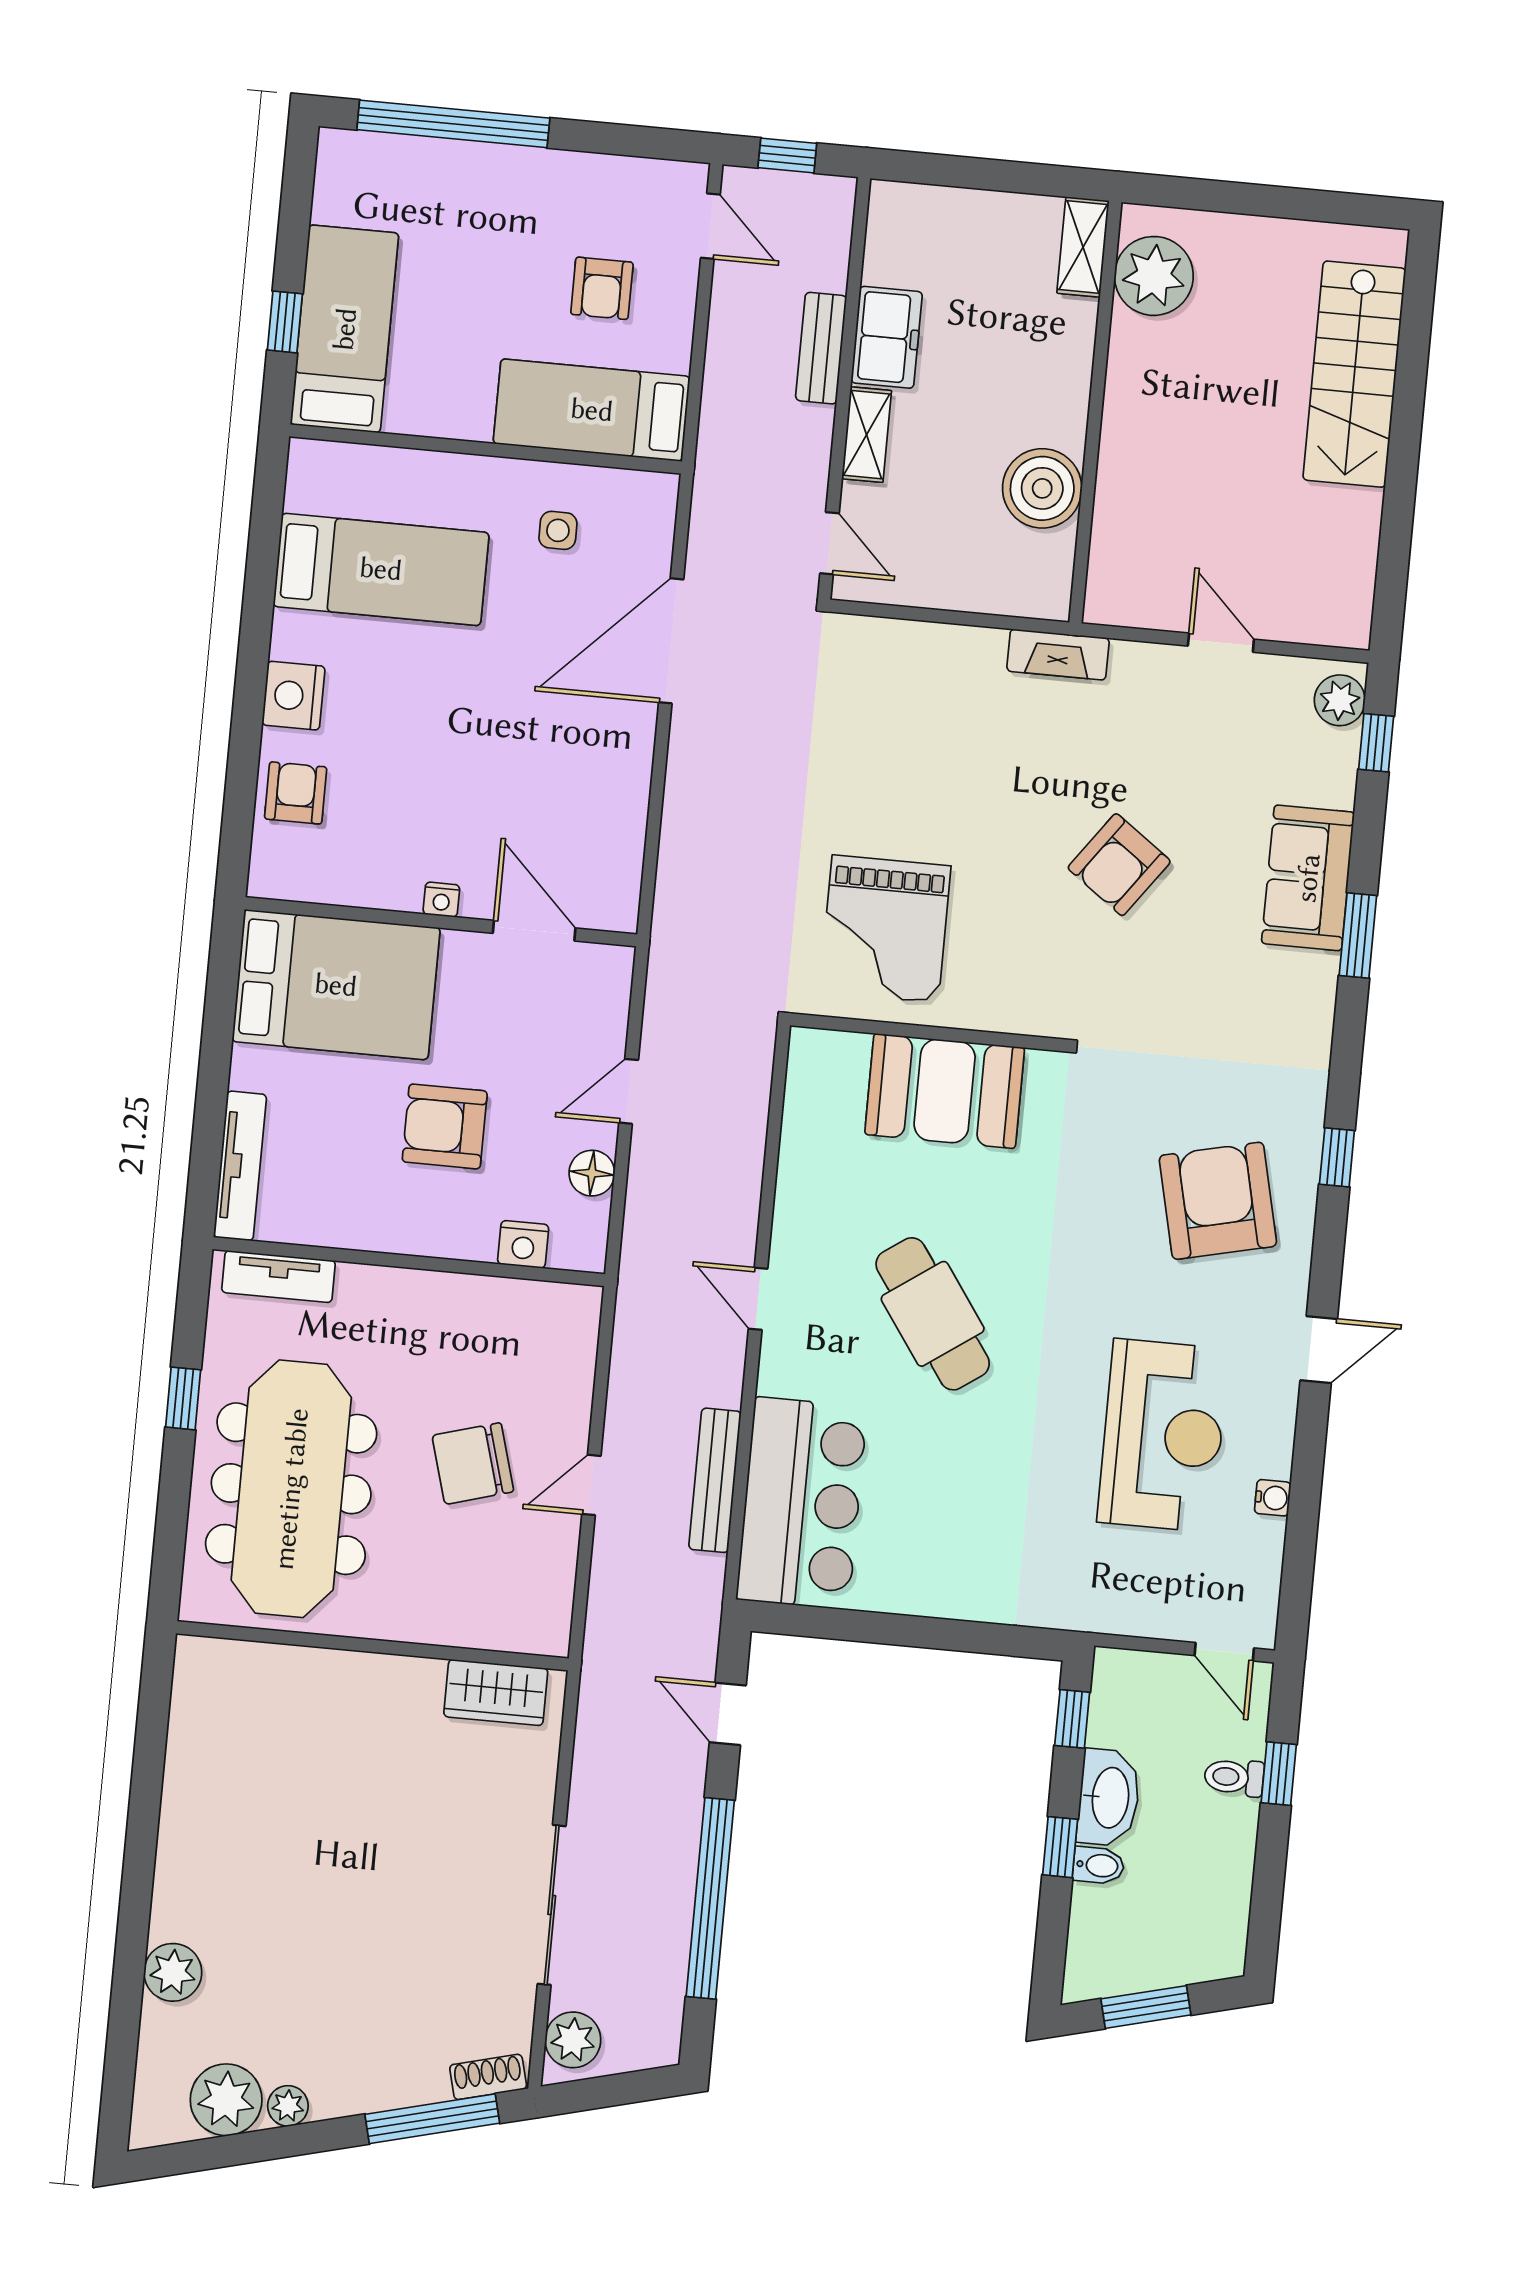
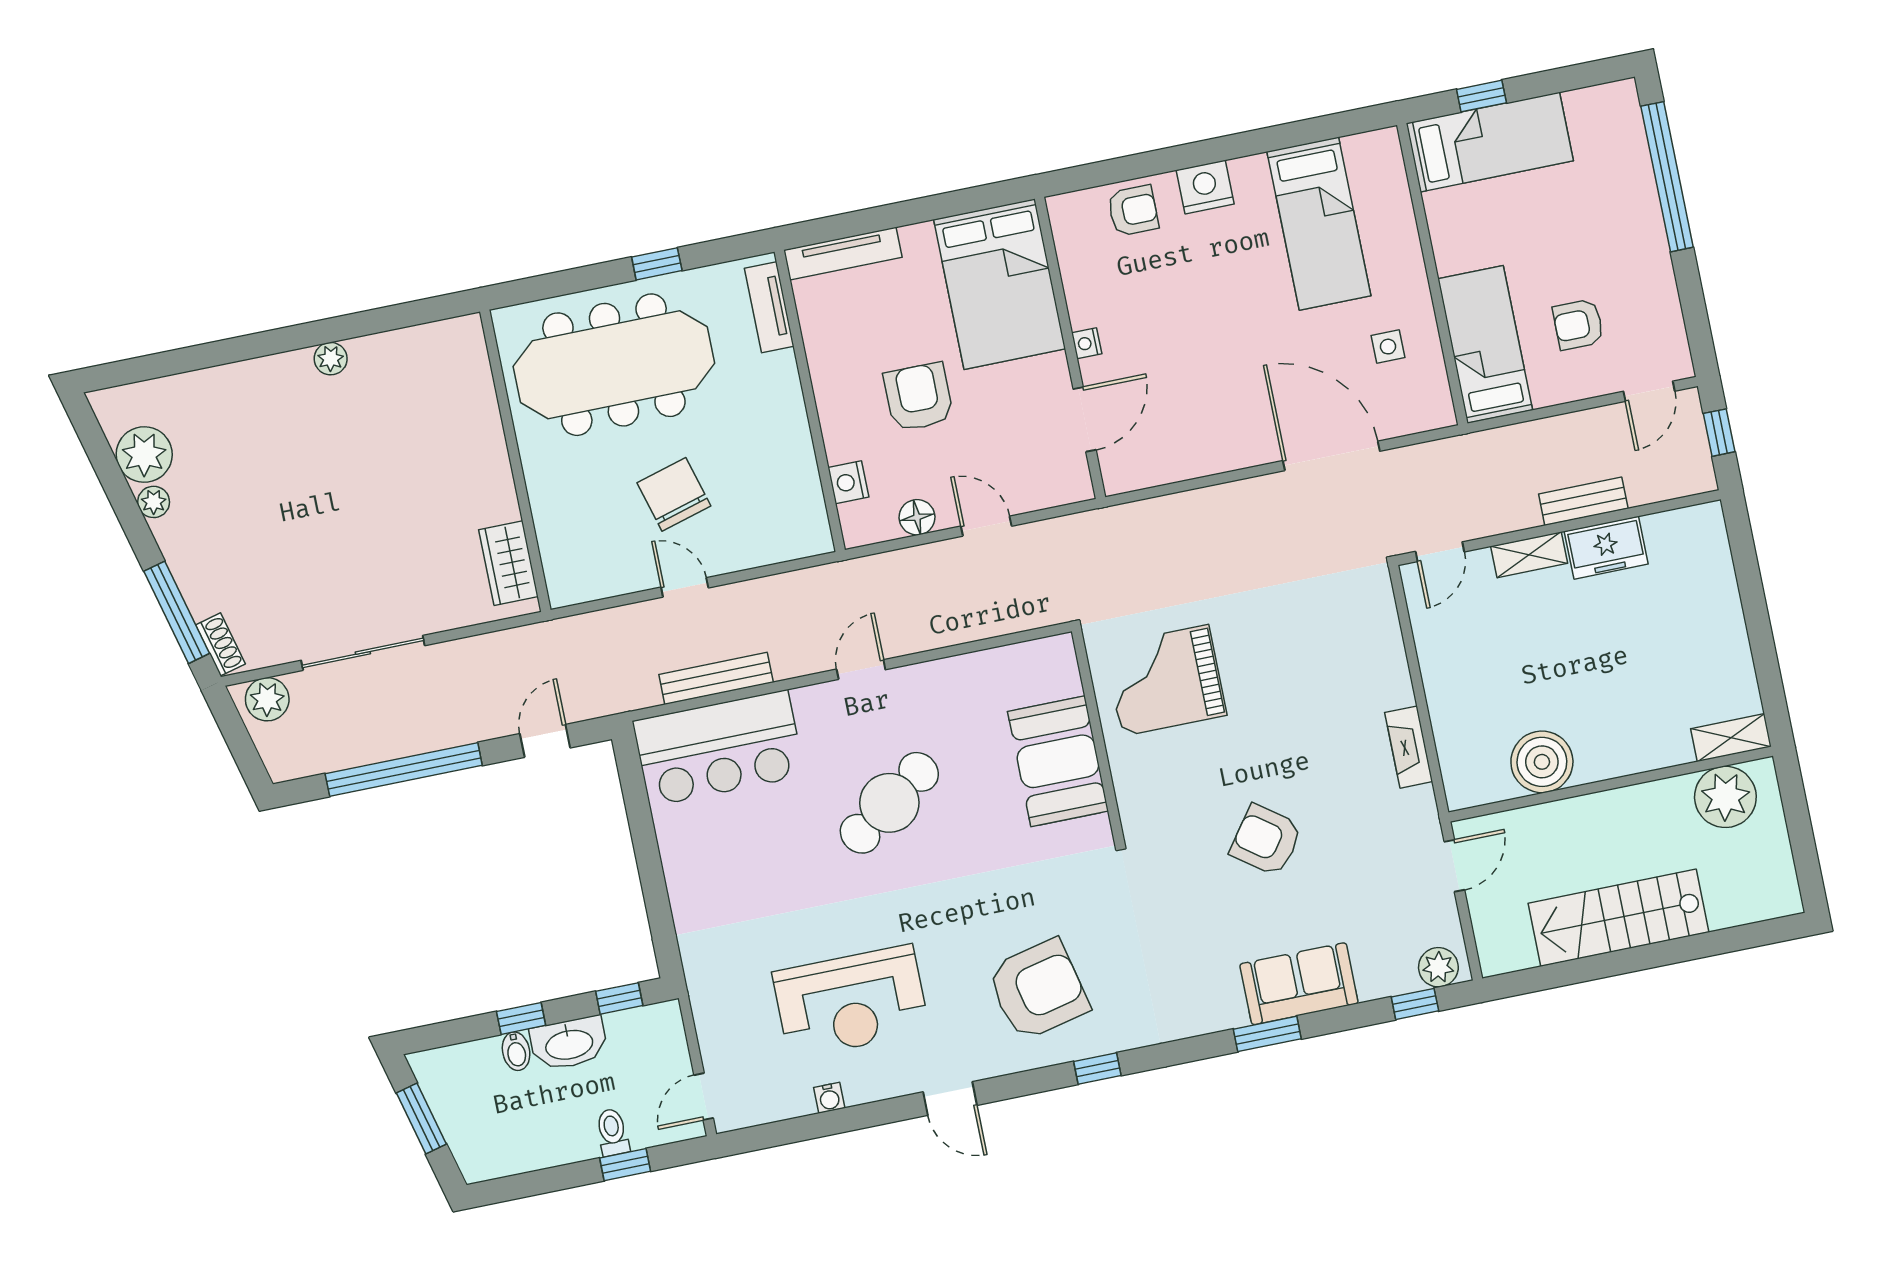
shelving: (1083, 247) -> (1731, 738), moved
plant: (1154, 276) -> (1725, 797), moved
stairs: (1354, 374) -> (1619, 918), moved
wall: (1095, 412) -> (1611, 784), moved
boiler: (1042, 488) -> (1542, 762), moved
plant: (173, 1972) -> (331, 359), moved, width x0.73, depth x0.73

